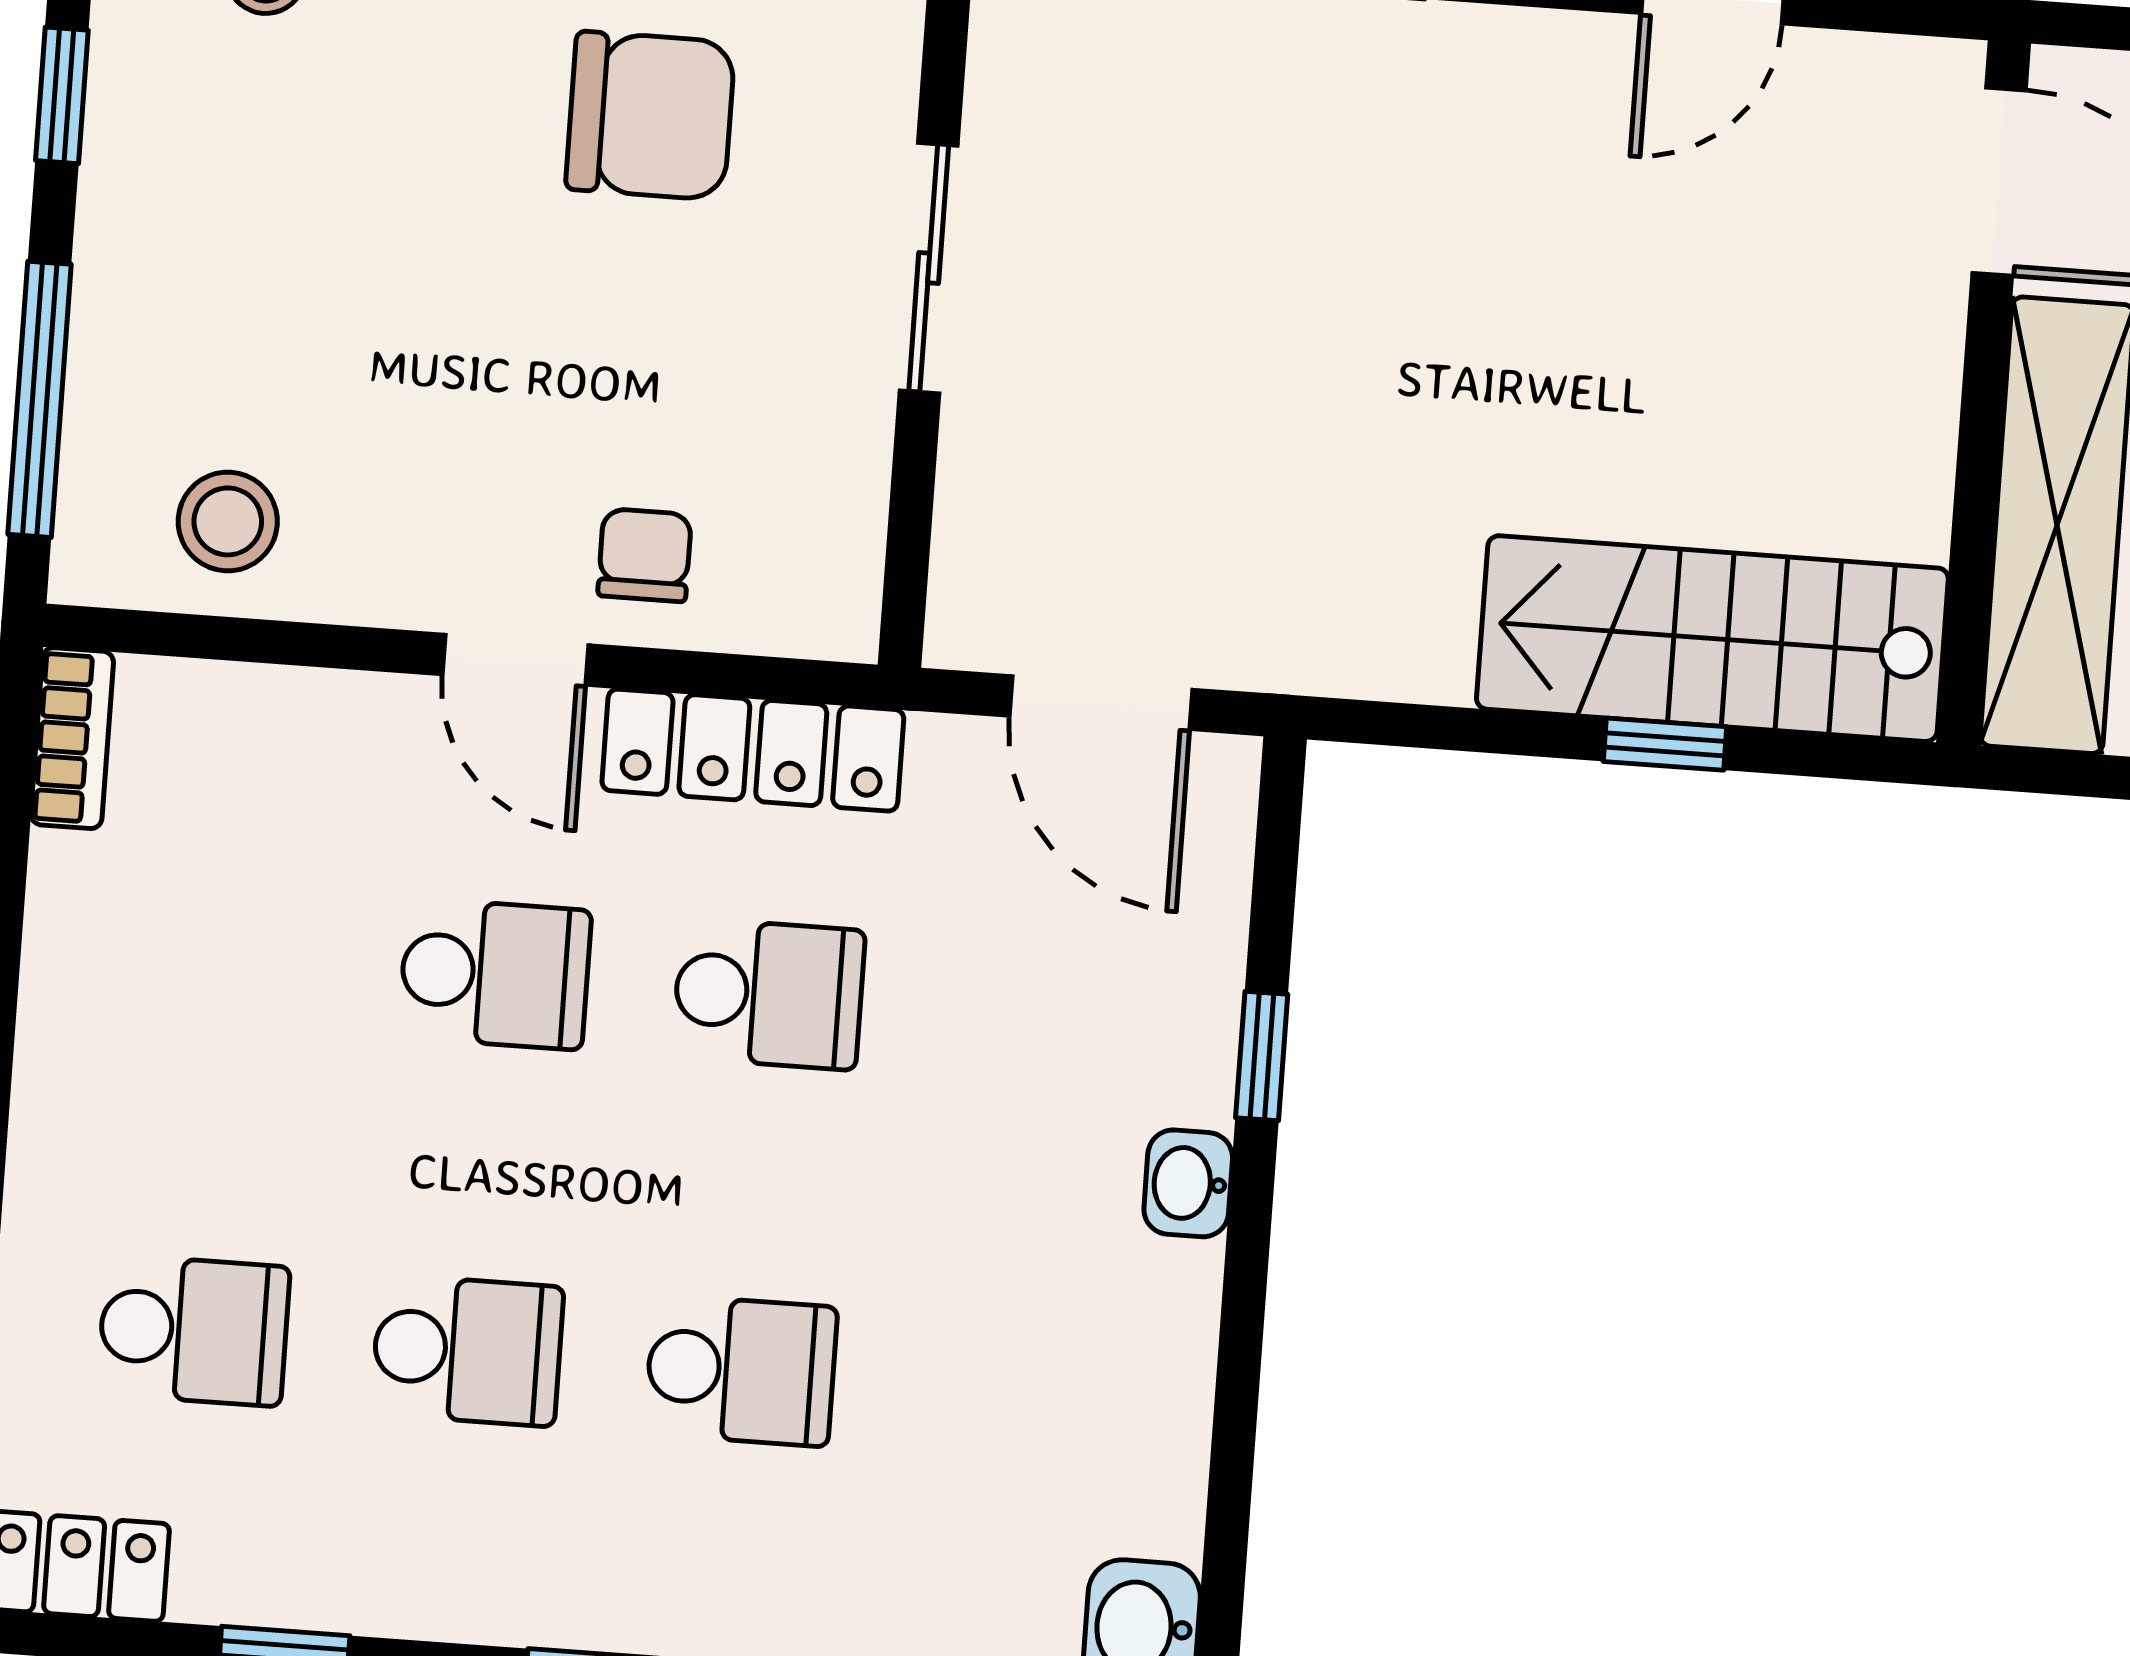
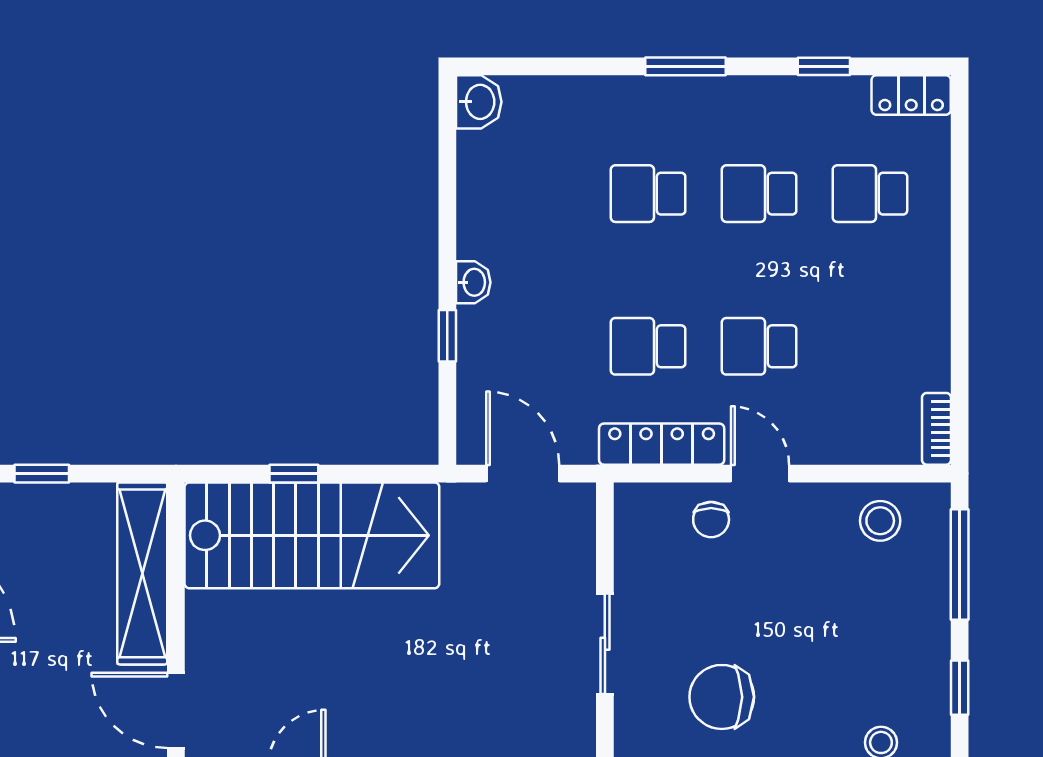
stairs: (1712, 639) -> (312, 535), width x1.36, depth x1.51

